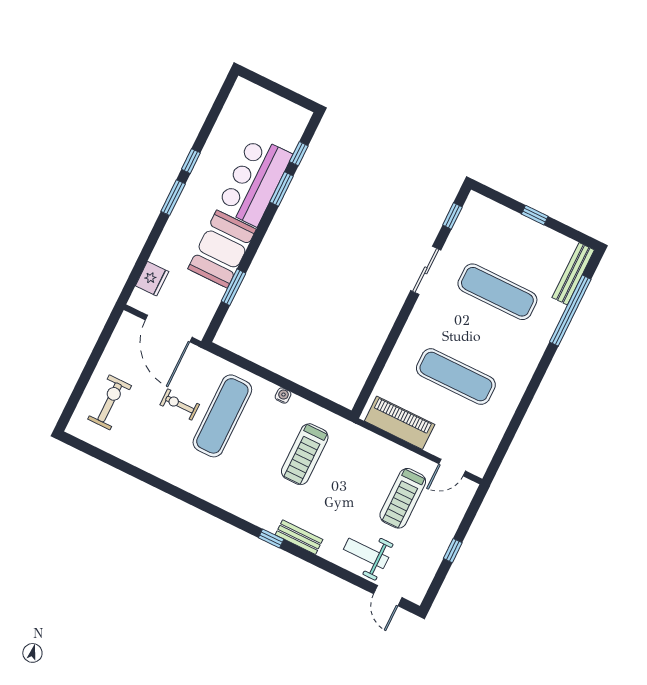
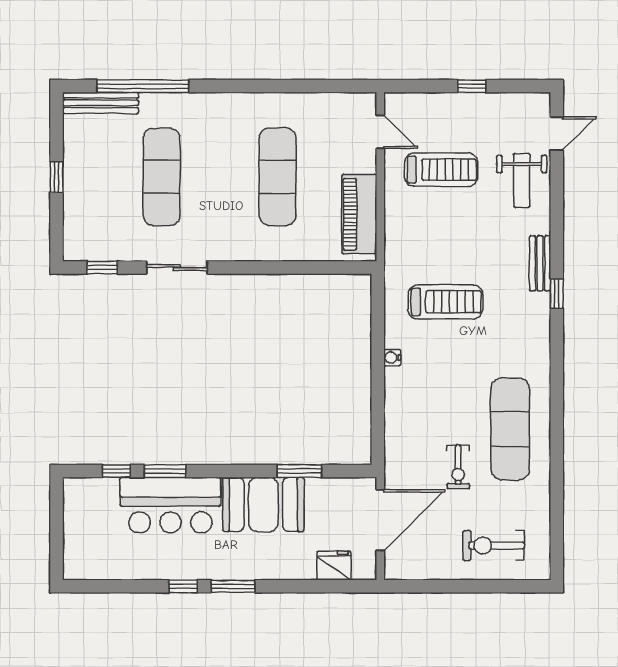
exercise mat: (222, 416) -> (510, 429), moved, turned 90

